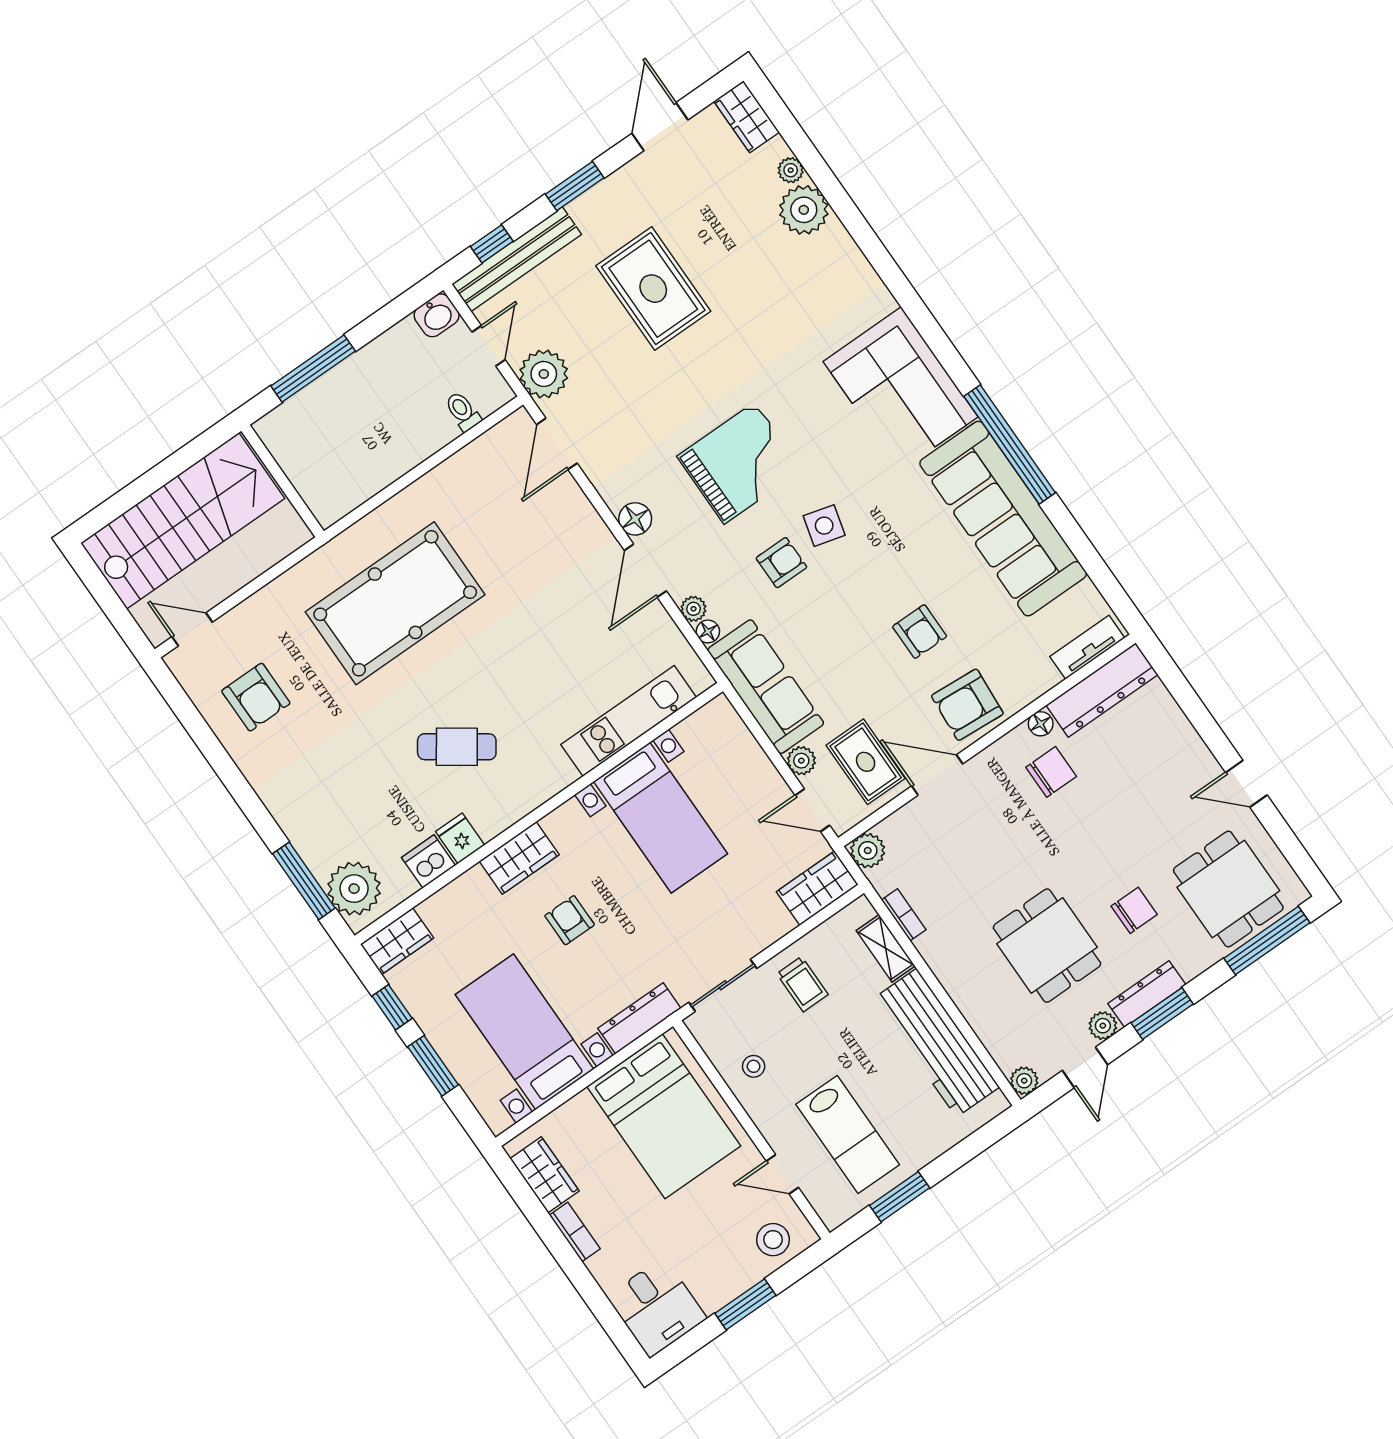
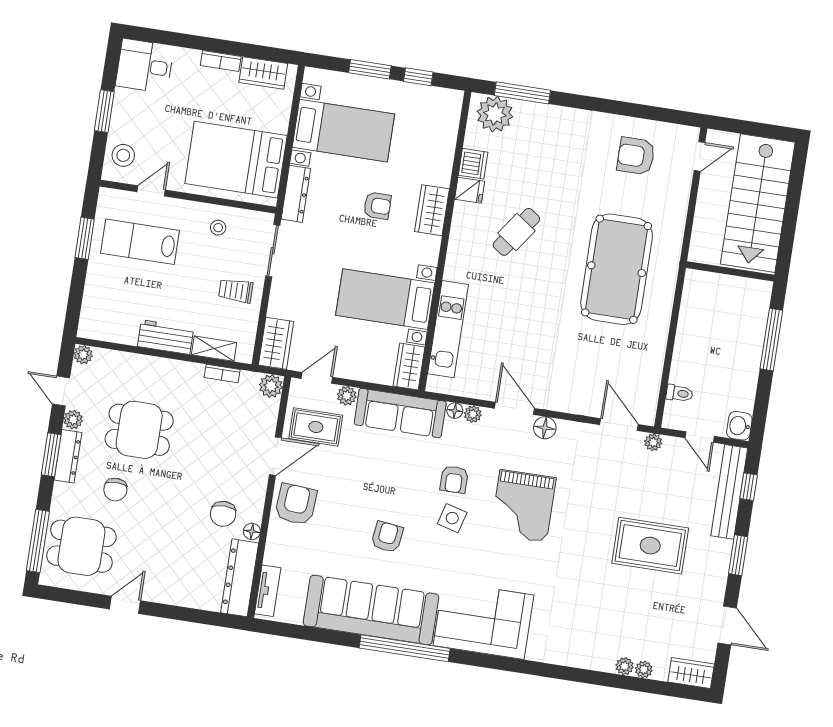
plant: (804, 210) -> (625, 666), width x0.53, depth x0.53
plant: (544, 374) -> (653, 442), width x0.53, depth x0.53
armchair: (920, 631) -> (387, 537), moved, turned 97
wardrobe: (397, 941) -> (409, 366), moved
workbench: (936, 1043) -> (166, 337), width x0.53, depth x0.76

